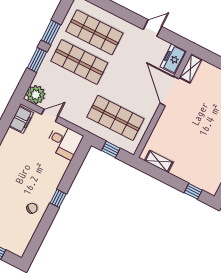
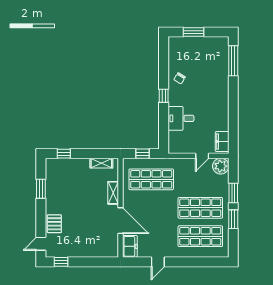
shelving: (191, 68) -> (113, 193), moved
desk: (64, 141) -> (181, 118), moved

